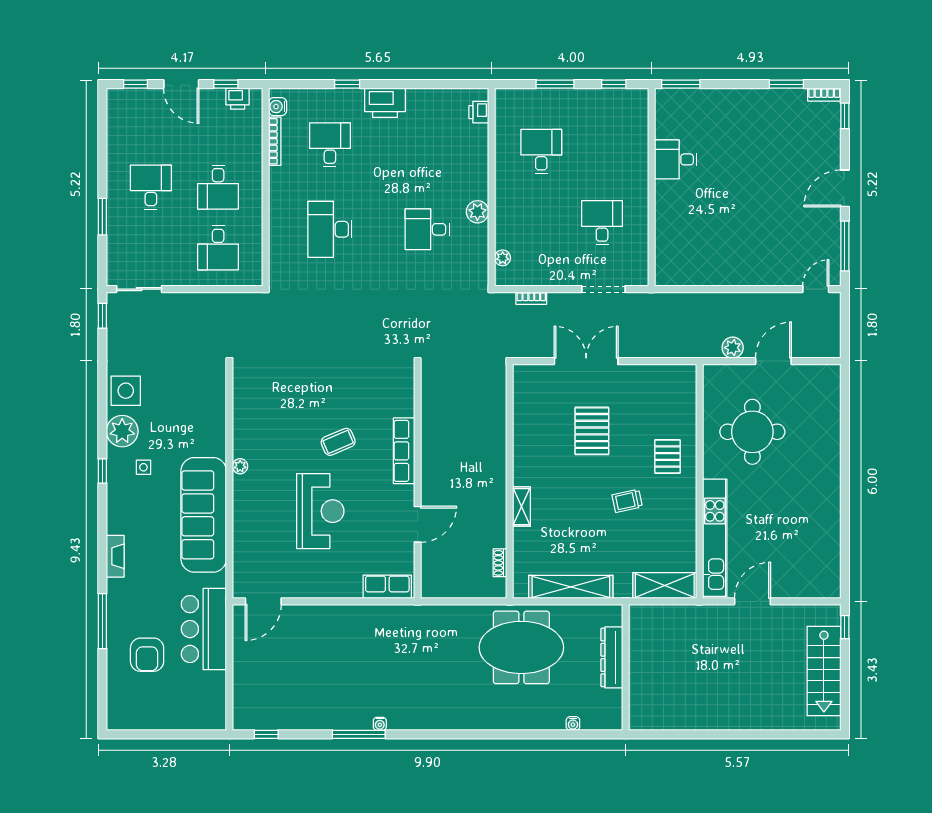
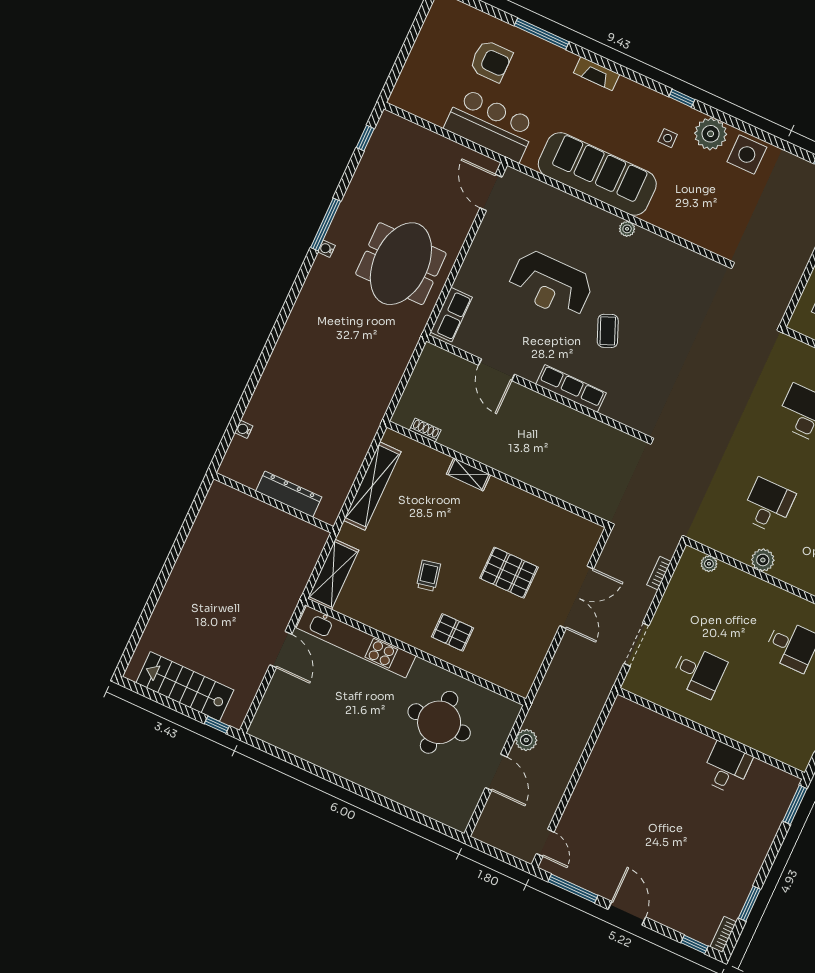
meeting table: (521, 647) -> (401, 264), moved
armchair: (147, 655) -> (491, 61), turned 180

